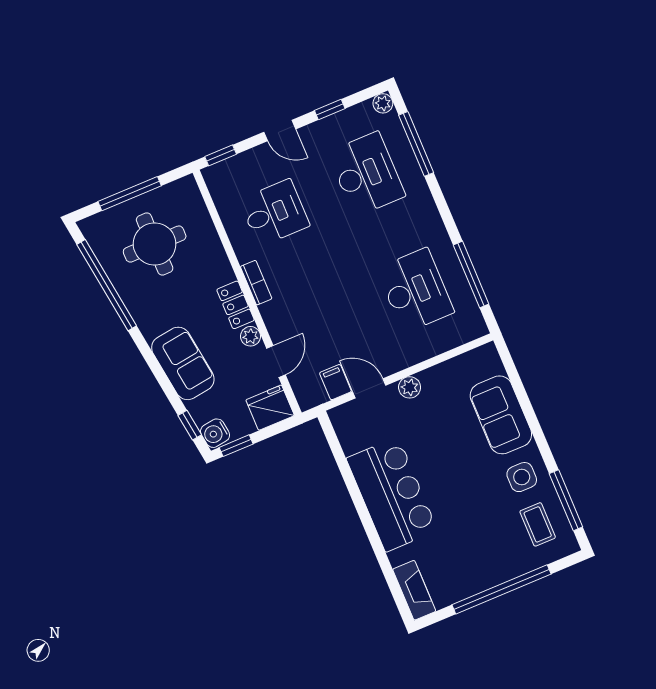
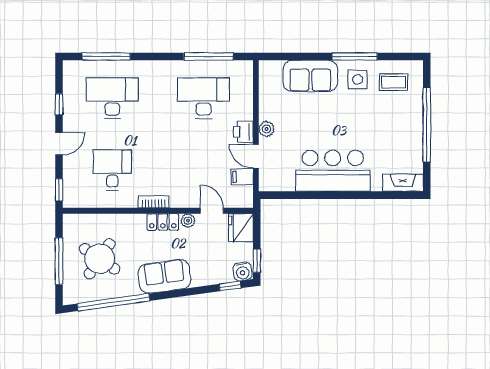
plant: (383, 103) -> (70, 67), removed
round table: (155, 244) -> (100, 259), turned 34
printer: (394, 359) -> (243, 132), added
sofa: (183, 363) -> (164, 276), moved
door: (369, 388) -> (256, 156), hinge flipped
window: (566, 500) -> (355, 56), moved

